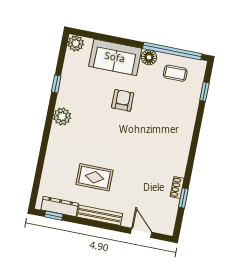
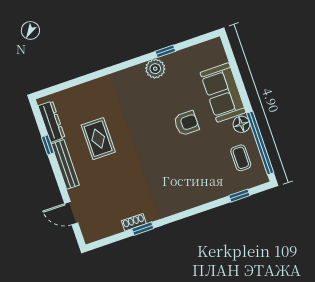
plant: (76, 43) -> (214, 47), removed
plant: (62, 117) -> (155, 69), moved
window: (183, 198) -> (143, 229), moved
window: (54, 216) -> (48, 145), moved
door: (141, 233) -> (71, 213), swing flipped

